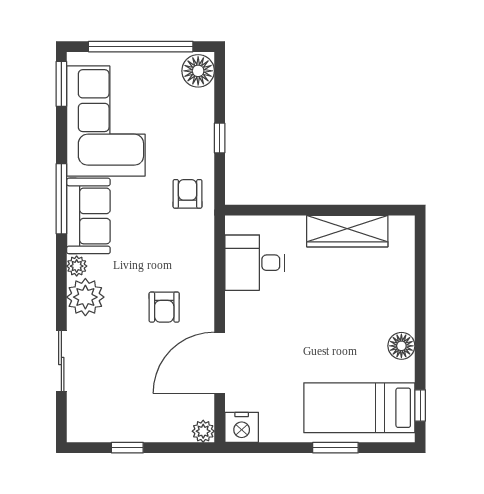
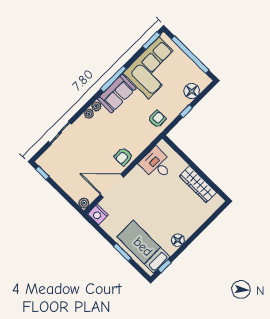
floor lamp: (198, 71) -> (192, 91), moved
plant: (85, 297) -> (89, 114), width x0.53, depth x0.53
armchair: (164, 307) -> (123, 156), moved
window: (127, 448) -> (42, 173), moved

